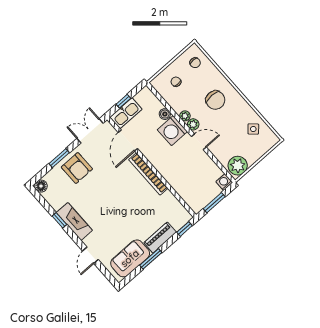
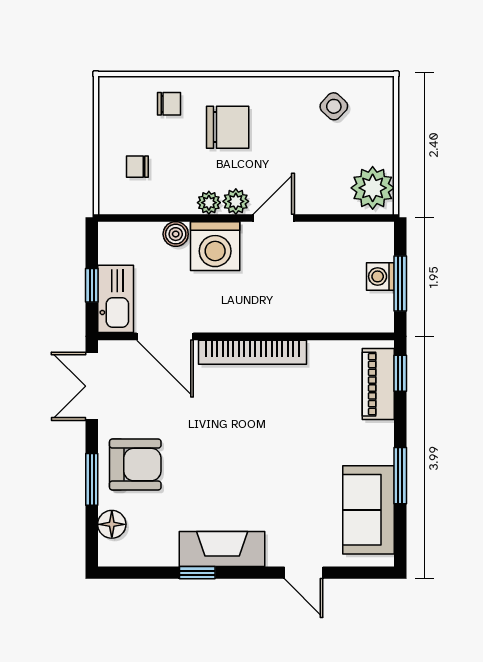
chair: (195, 63) -> (169, 104), moved
washing machine: (224, 182) -> (380, 276), moved
floor lamp: (41, 186) -> (112, 524), moved
piano: (160, 238) -> (378, 384), moved

